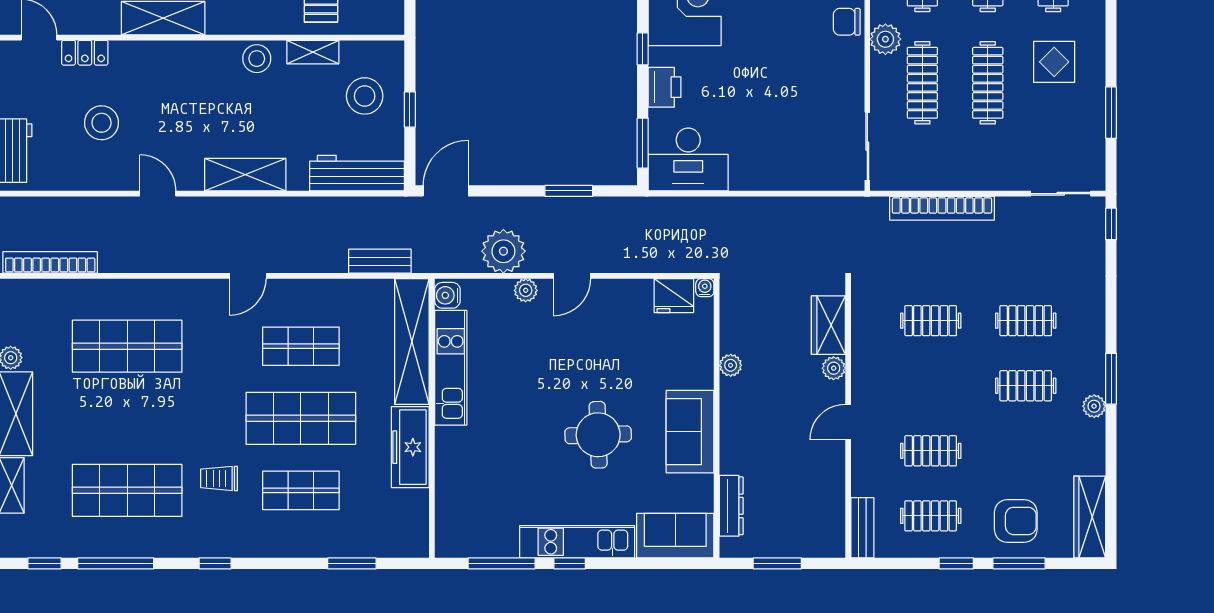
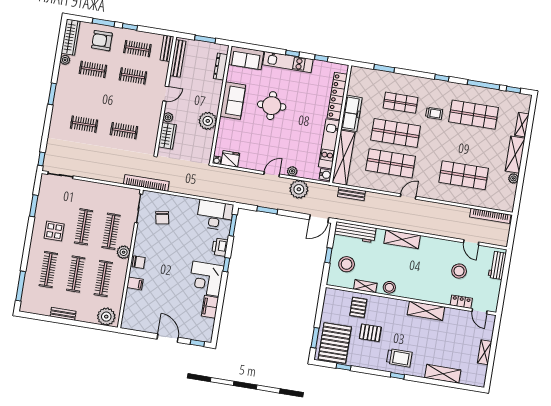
chair: (809, 134) -> (162, 218), added
door: (158, 194) -> (471, 242), moved
bookcase: (942, 208) -> (146, 183), moved
shop shelf: (301, 346) -> (391, 163), width x1.43, depth x1.36
plant: (731, 365) -> (208, 121), width x1.87, depth x1.87
clothes rail: (1026, 386) -> (93, 69), moved
plant: (1094, 406) -> (65, 60), moved
locker: (450, 482) -> (337, 96), added
bench: (833, 508) -> (178, 58), added
window: (502, 563) -> (321, 58), width x0.46

